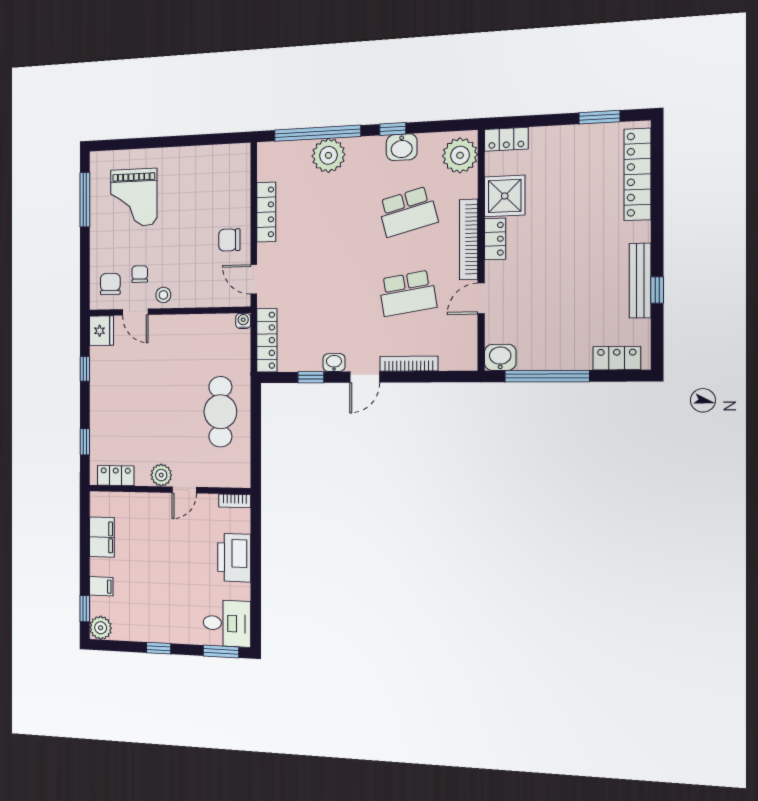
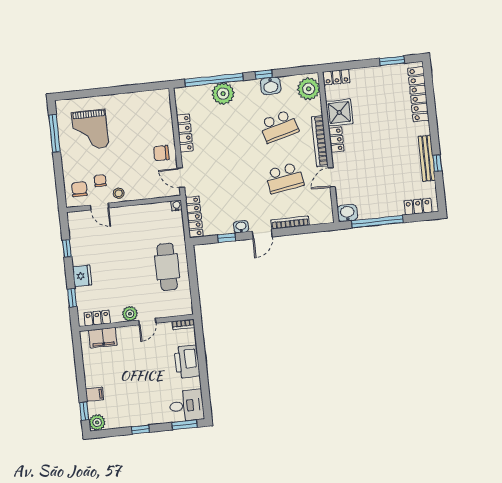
fridge: (101, 331) -> (82, 276), moved
filing cabinet: (102, 537) -> (103, 338), moved, turned 90

